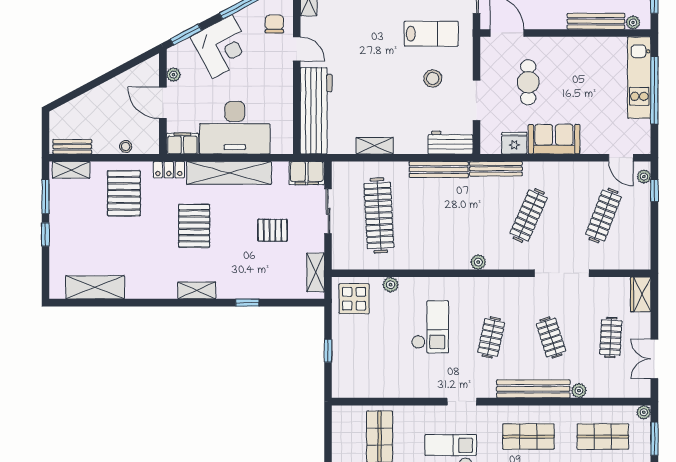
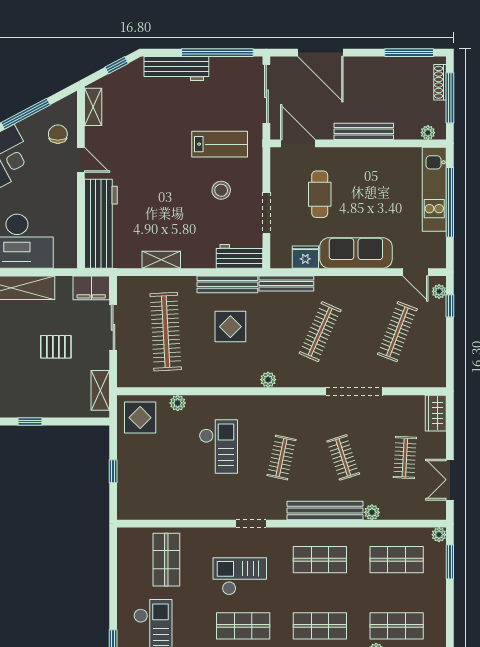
bench: (596, 21) -> (364, 131), moved
sofa: (554, 139) -> (356, 253), width x1.36
display table: (442, 211) -> (230, 327), added

